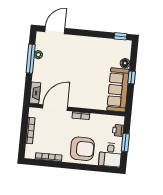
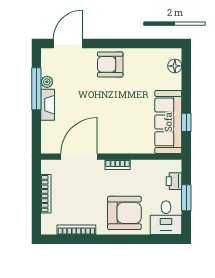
window: (120, 36) -> (164, 43), removed
armchair: (82, 47) -> (110, 64), added
floor lamp: (125, 63) -> (175, 66), moved
window: (132, 77) -> (186, 122), moved
fireplace: (35, 93) -> (48, 105), moved

